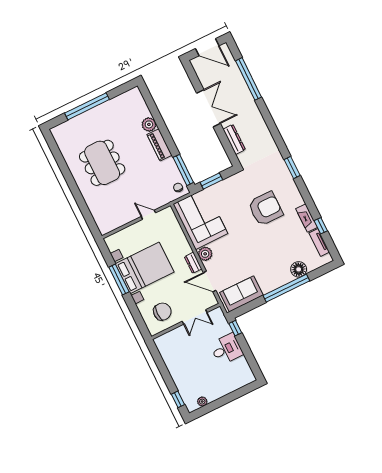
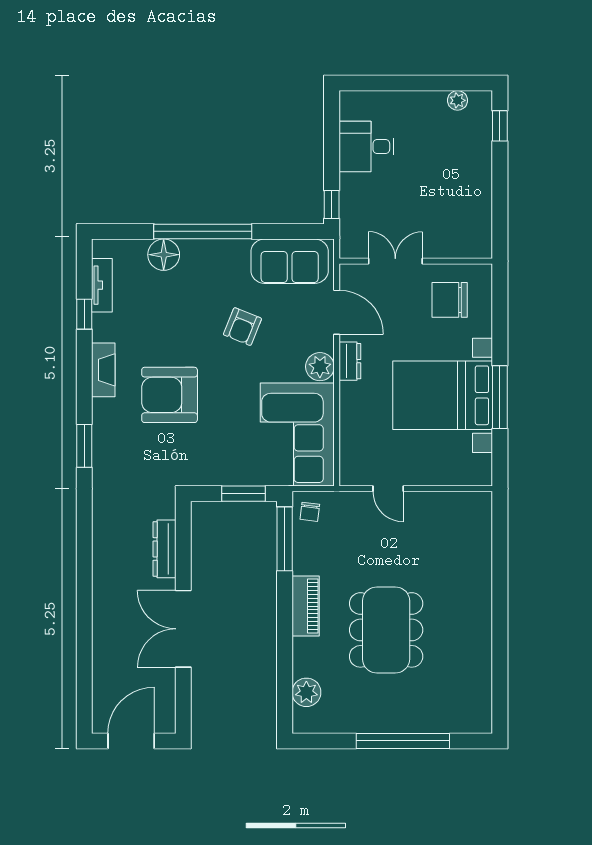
door: (207, 47) -> (131, 741), hinge flipped
window: (249, 79) -> (84, 646), removed
plant: (149, 124) -> (306, 692), moved
dining table: (102, 163) -> (386, 630), moved
fireplace: (307, 218) -> (103, 370), moved
armchair: (248, 255) -> (242, 327), added
desk: (226, 349) -> (366, 147), moved

